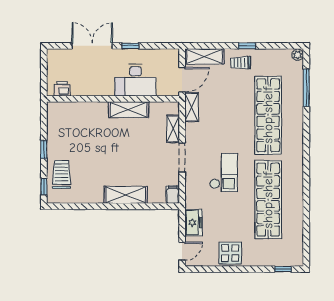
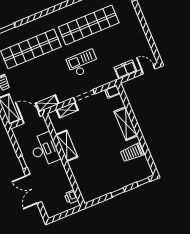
trolley: (62, 174) -> (132, 153), moved
display table: (230, 253) -> (136, 36), removed

